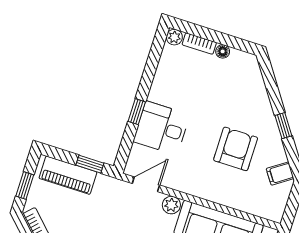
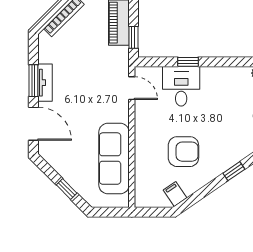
window: (283, 126) -> (234, 171), moved
plant: (171, 205) -> (121, 114), removed

